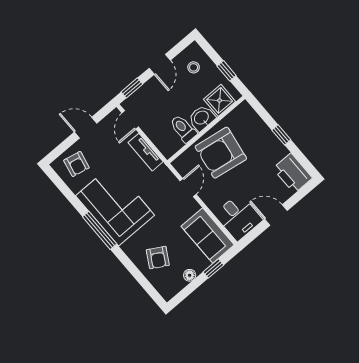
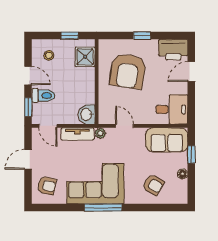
washbasin: (202, 118) -> (87, 114), moved
toilet: (183, 129) -> (43, 95), moved, turned 180
armchair: (221, 153) -> (128, 71), moved
plant: (163, 172) -> (100, 133), added
door: (276, 215) -> (191, 72), moved

